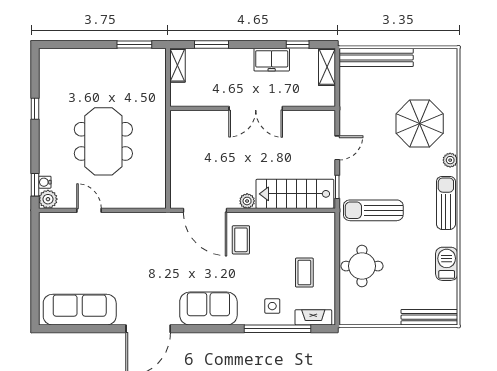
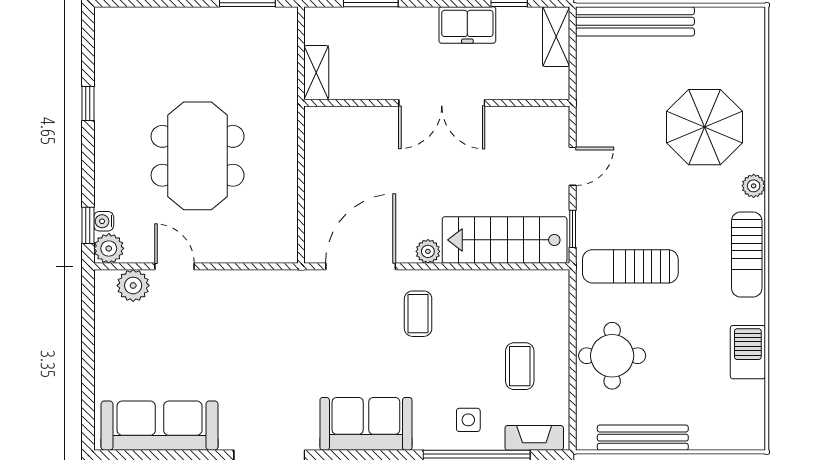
shelving: (177, 65) -> (316, 73), moved
sun lounger: (446, 203) -> (747, 255), turned 180
door: (205, 210) -> (361, 266), swing flipped
plant: (63, 222) -> (133, 285), added
bench: (429, 317) -> (643, 438), moved

